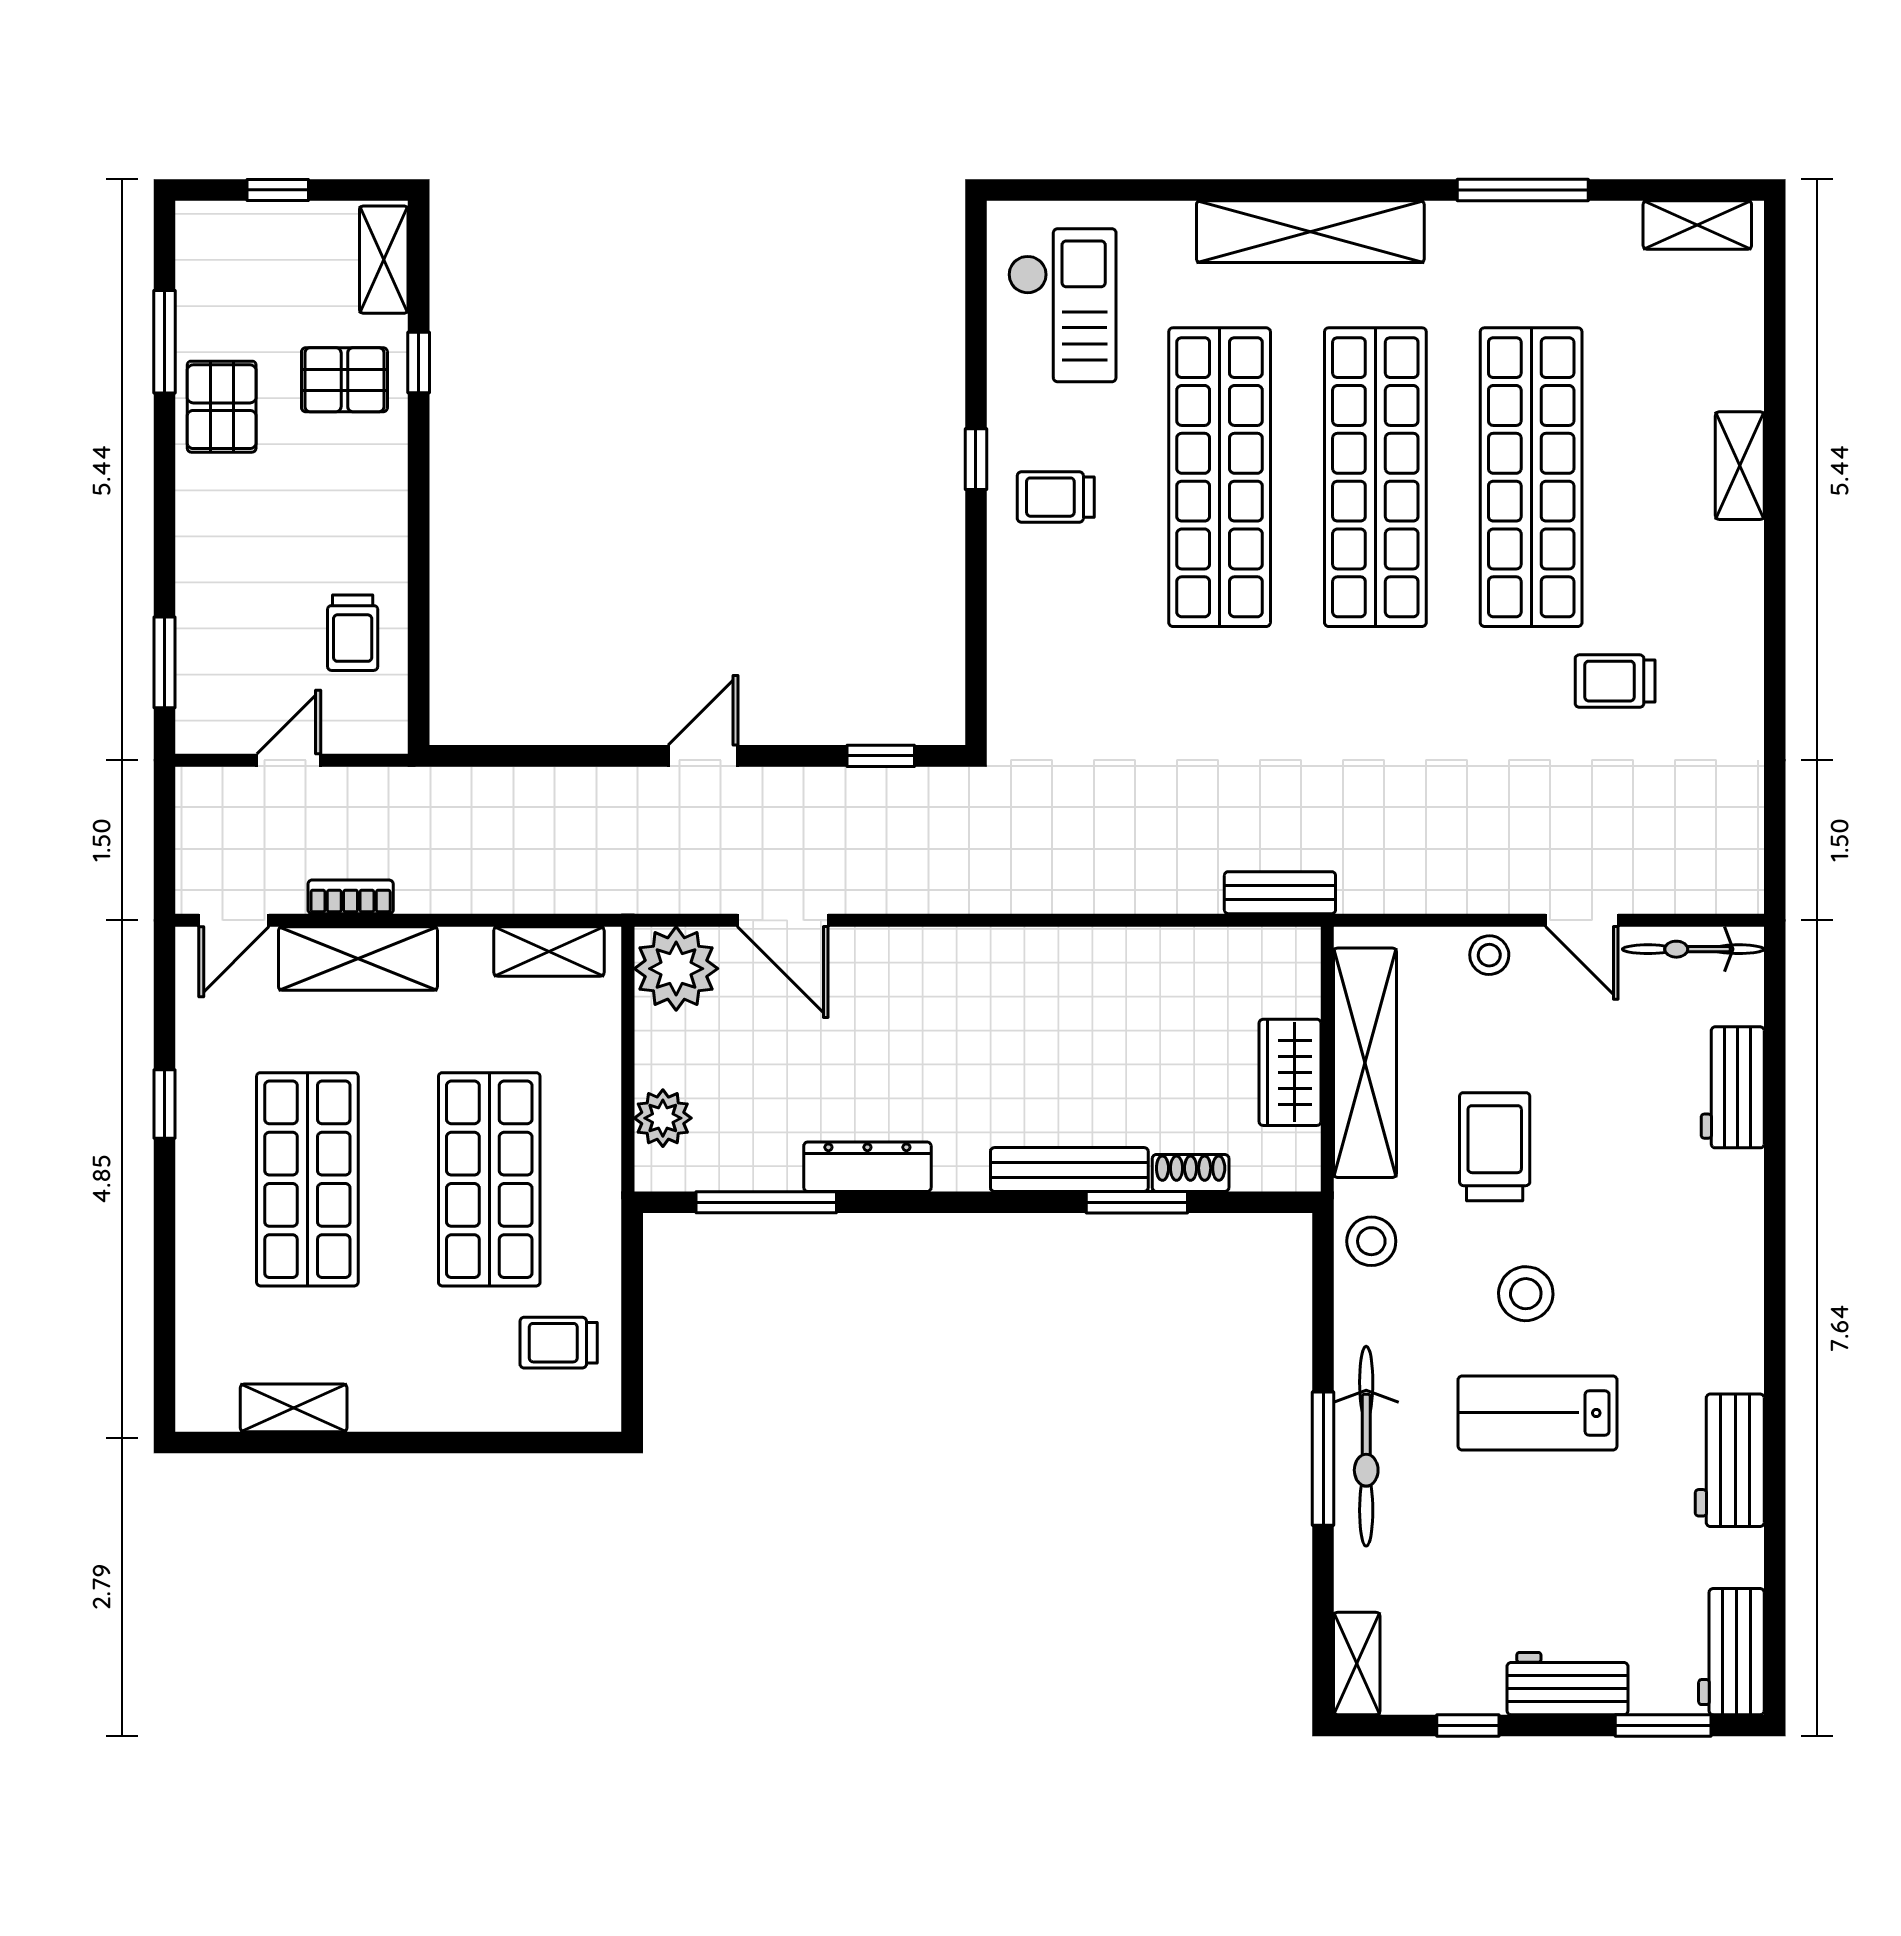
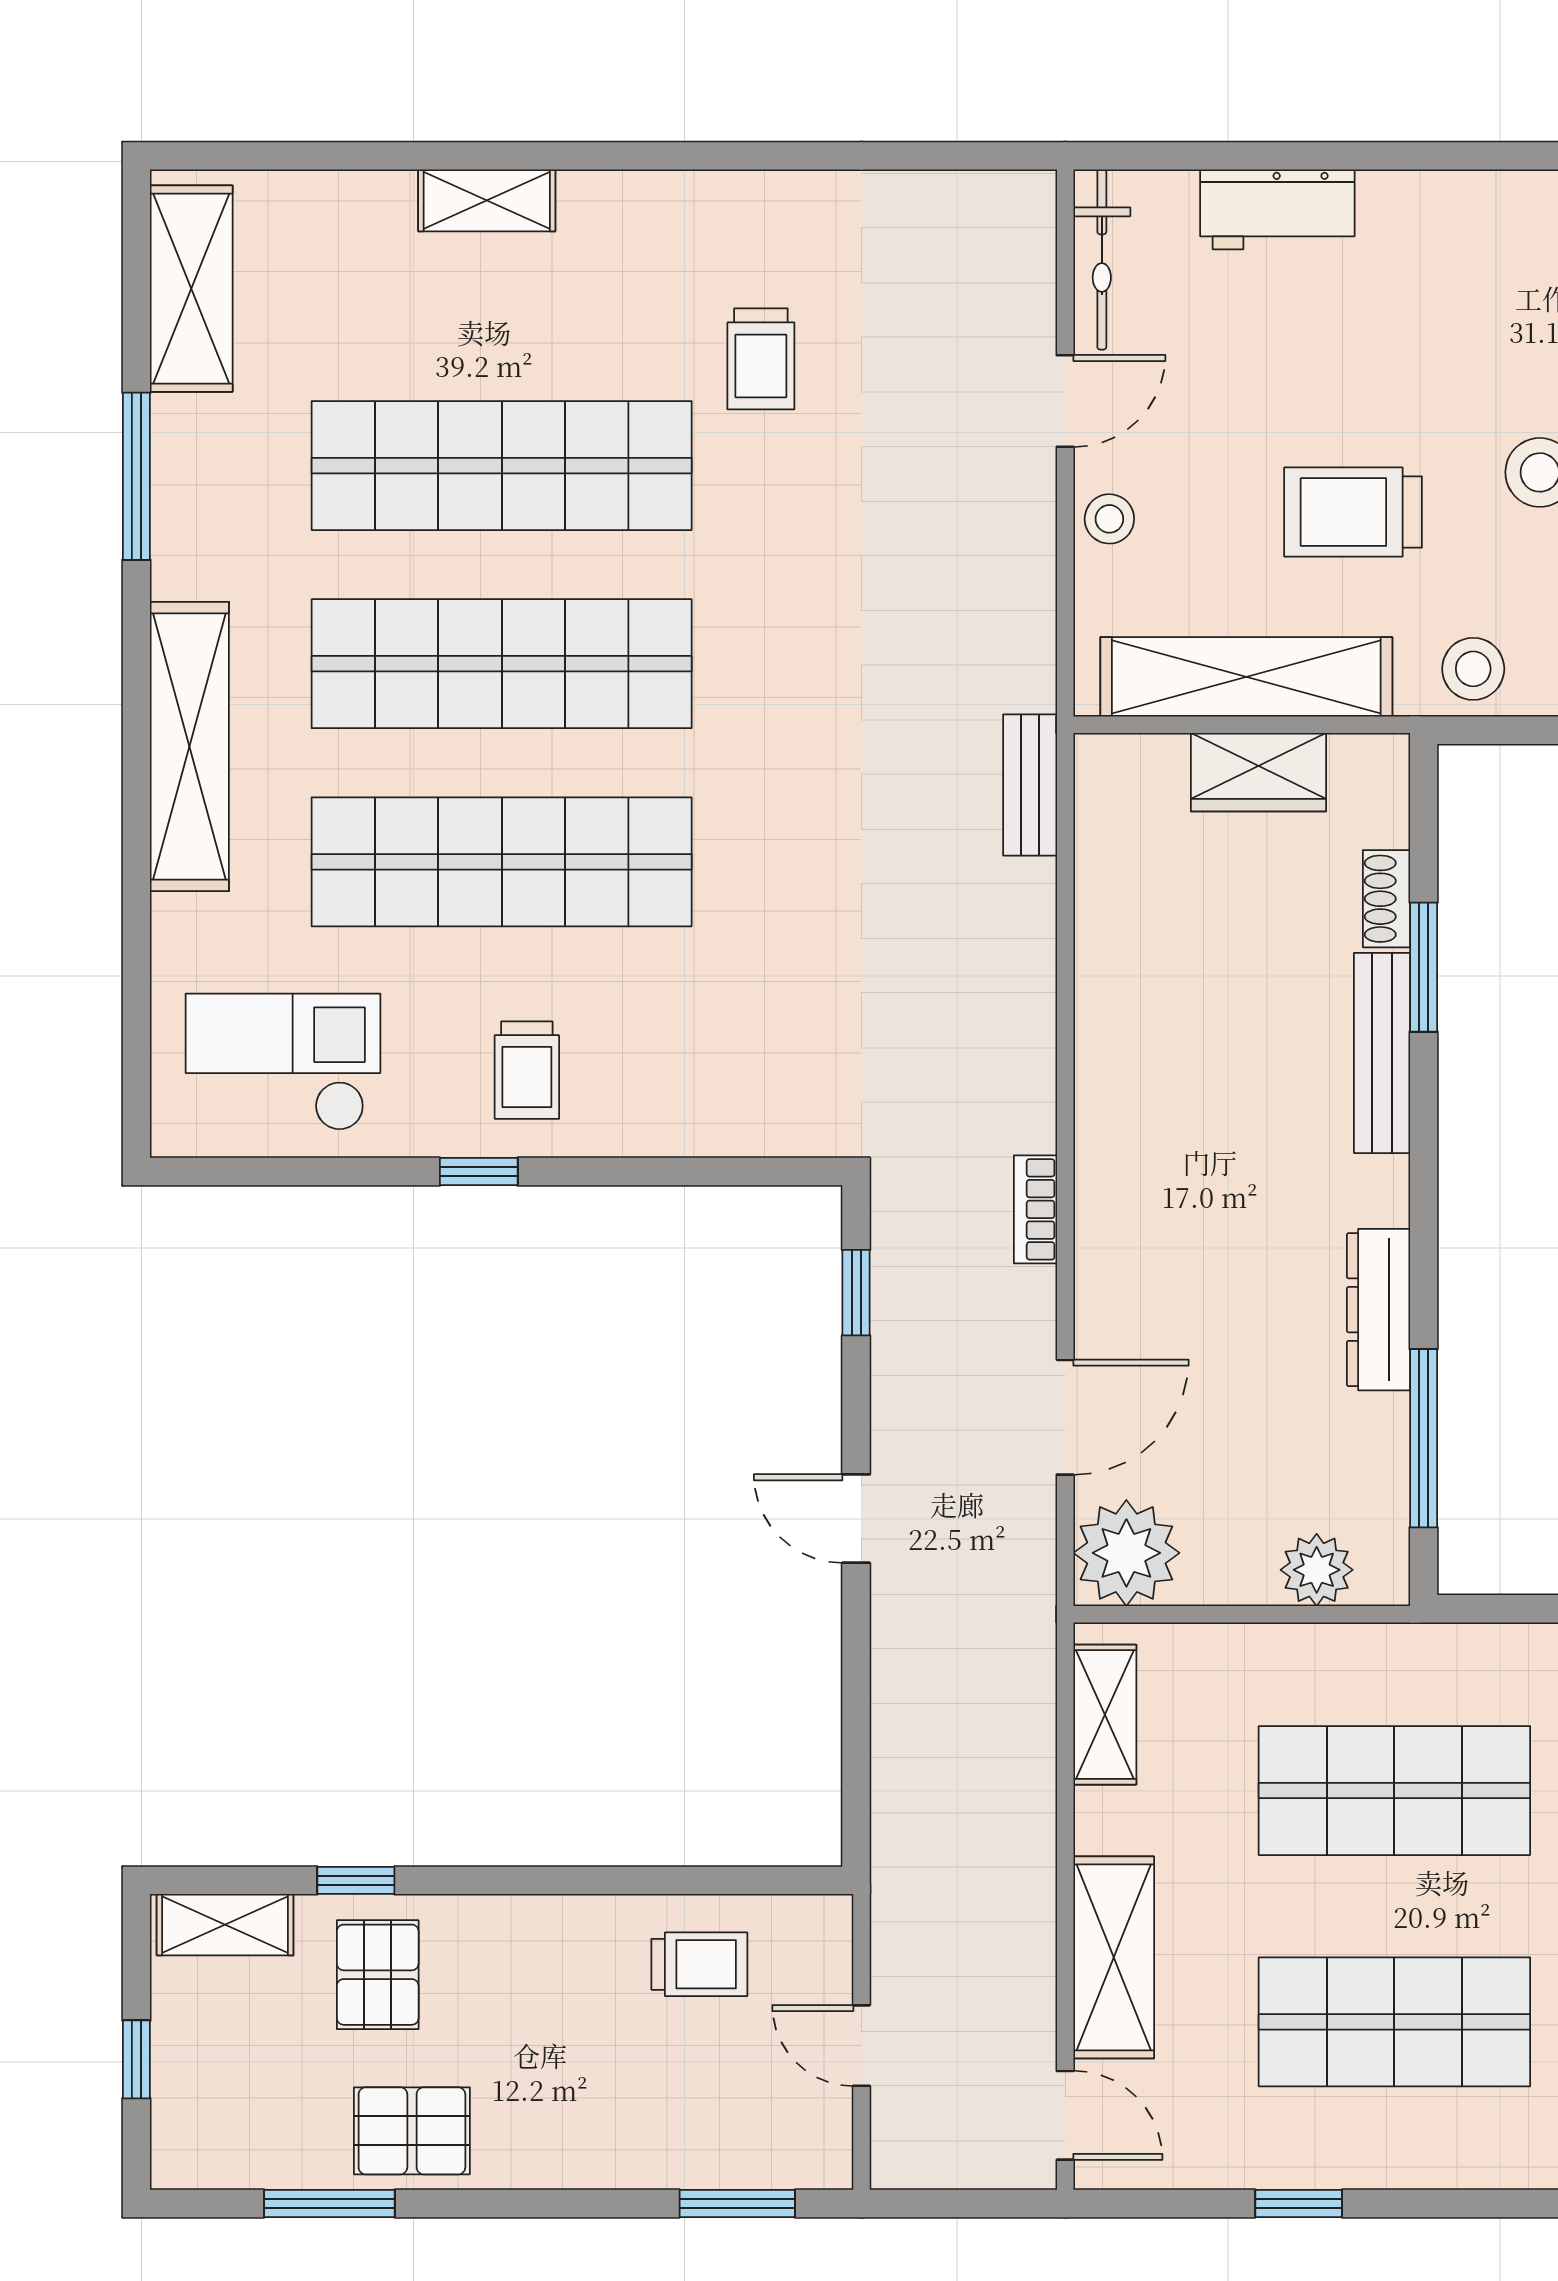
shelving: (1697, 225) -> (191, 289), width x1.50, depth x1.33
bookcase: (351, 897) -> (1035, 1209), moved

